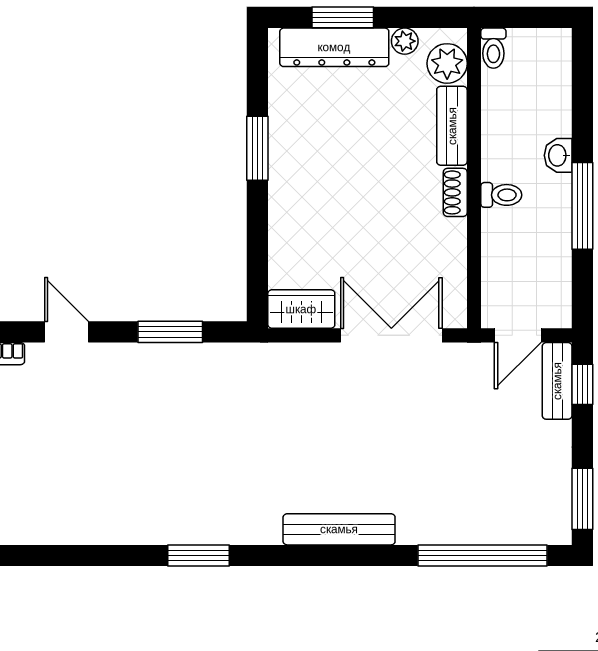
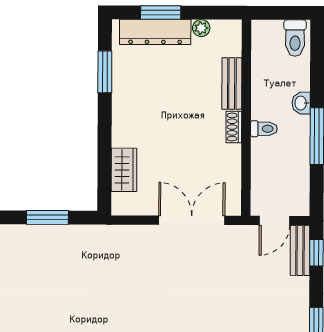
toilet: (493, 48) -> (295, 38), moved, width x1.37, depth x1.39
plant: (447, 63) -> (229, 43), removed
window: (257, 148) -> (105, 72), moved
wardrobe: (301, 309) -> (124, 170), moved, turned 90

